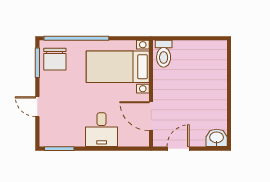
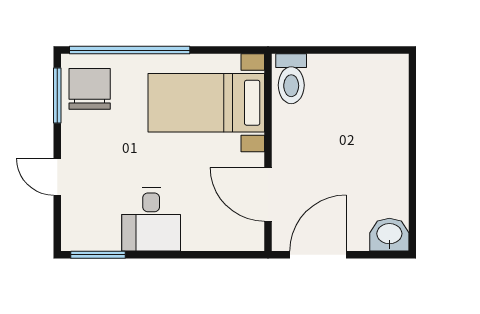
chair: (55, 59) -> (90, 89), turned 180
desk: (102, 130) -> (151, 219), moved
door: (178, 149) -> (318, 255), width x1.38

